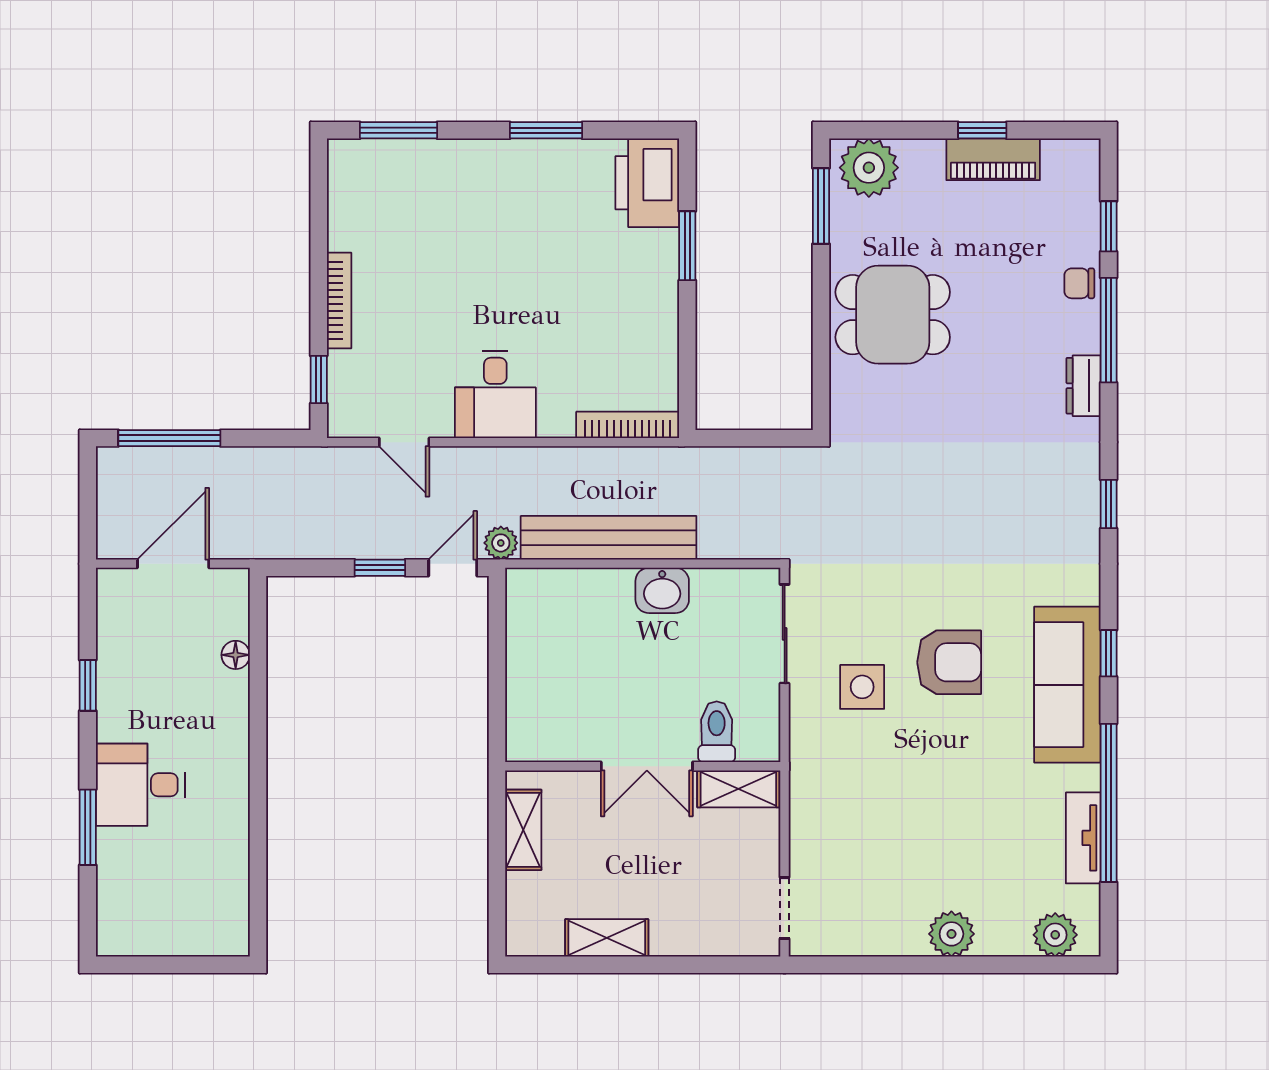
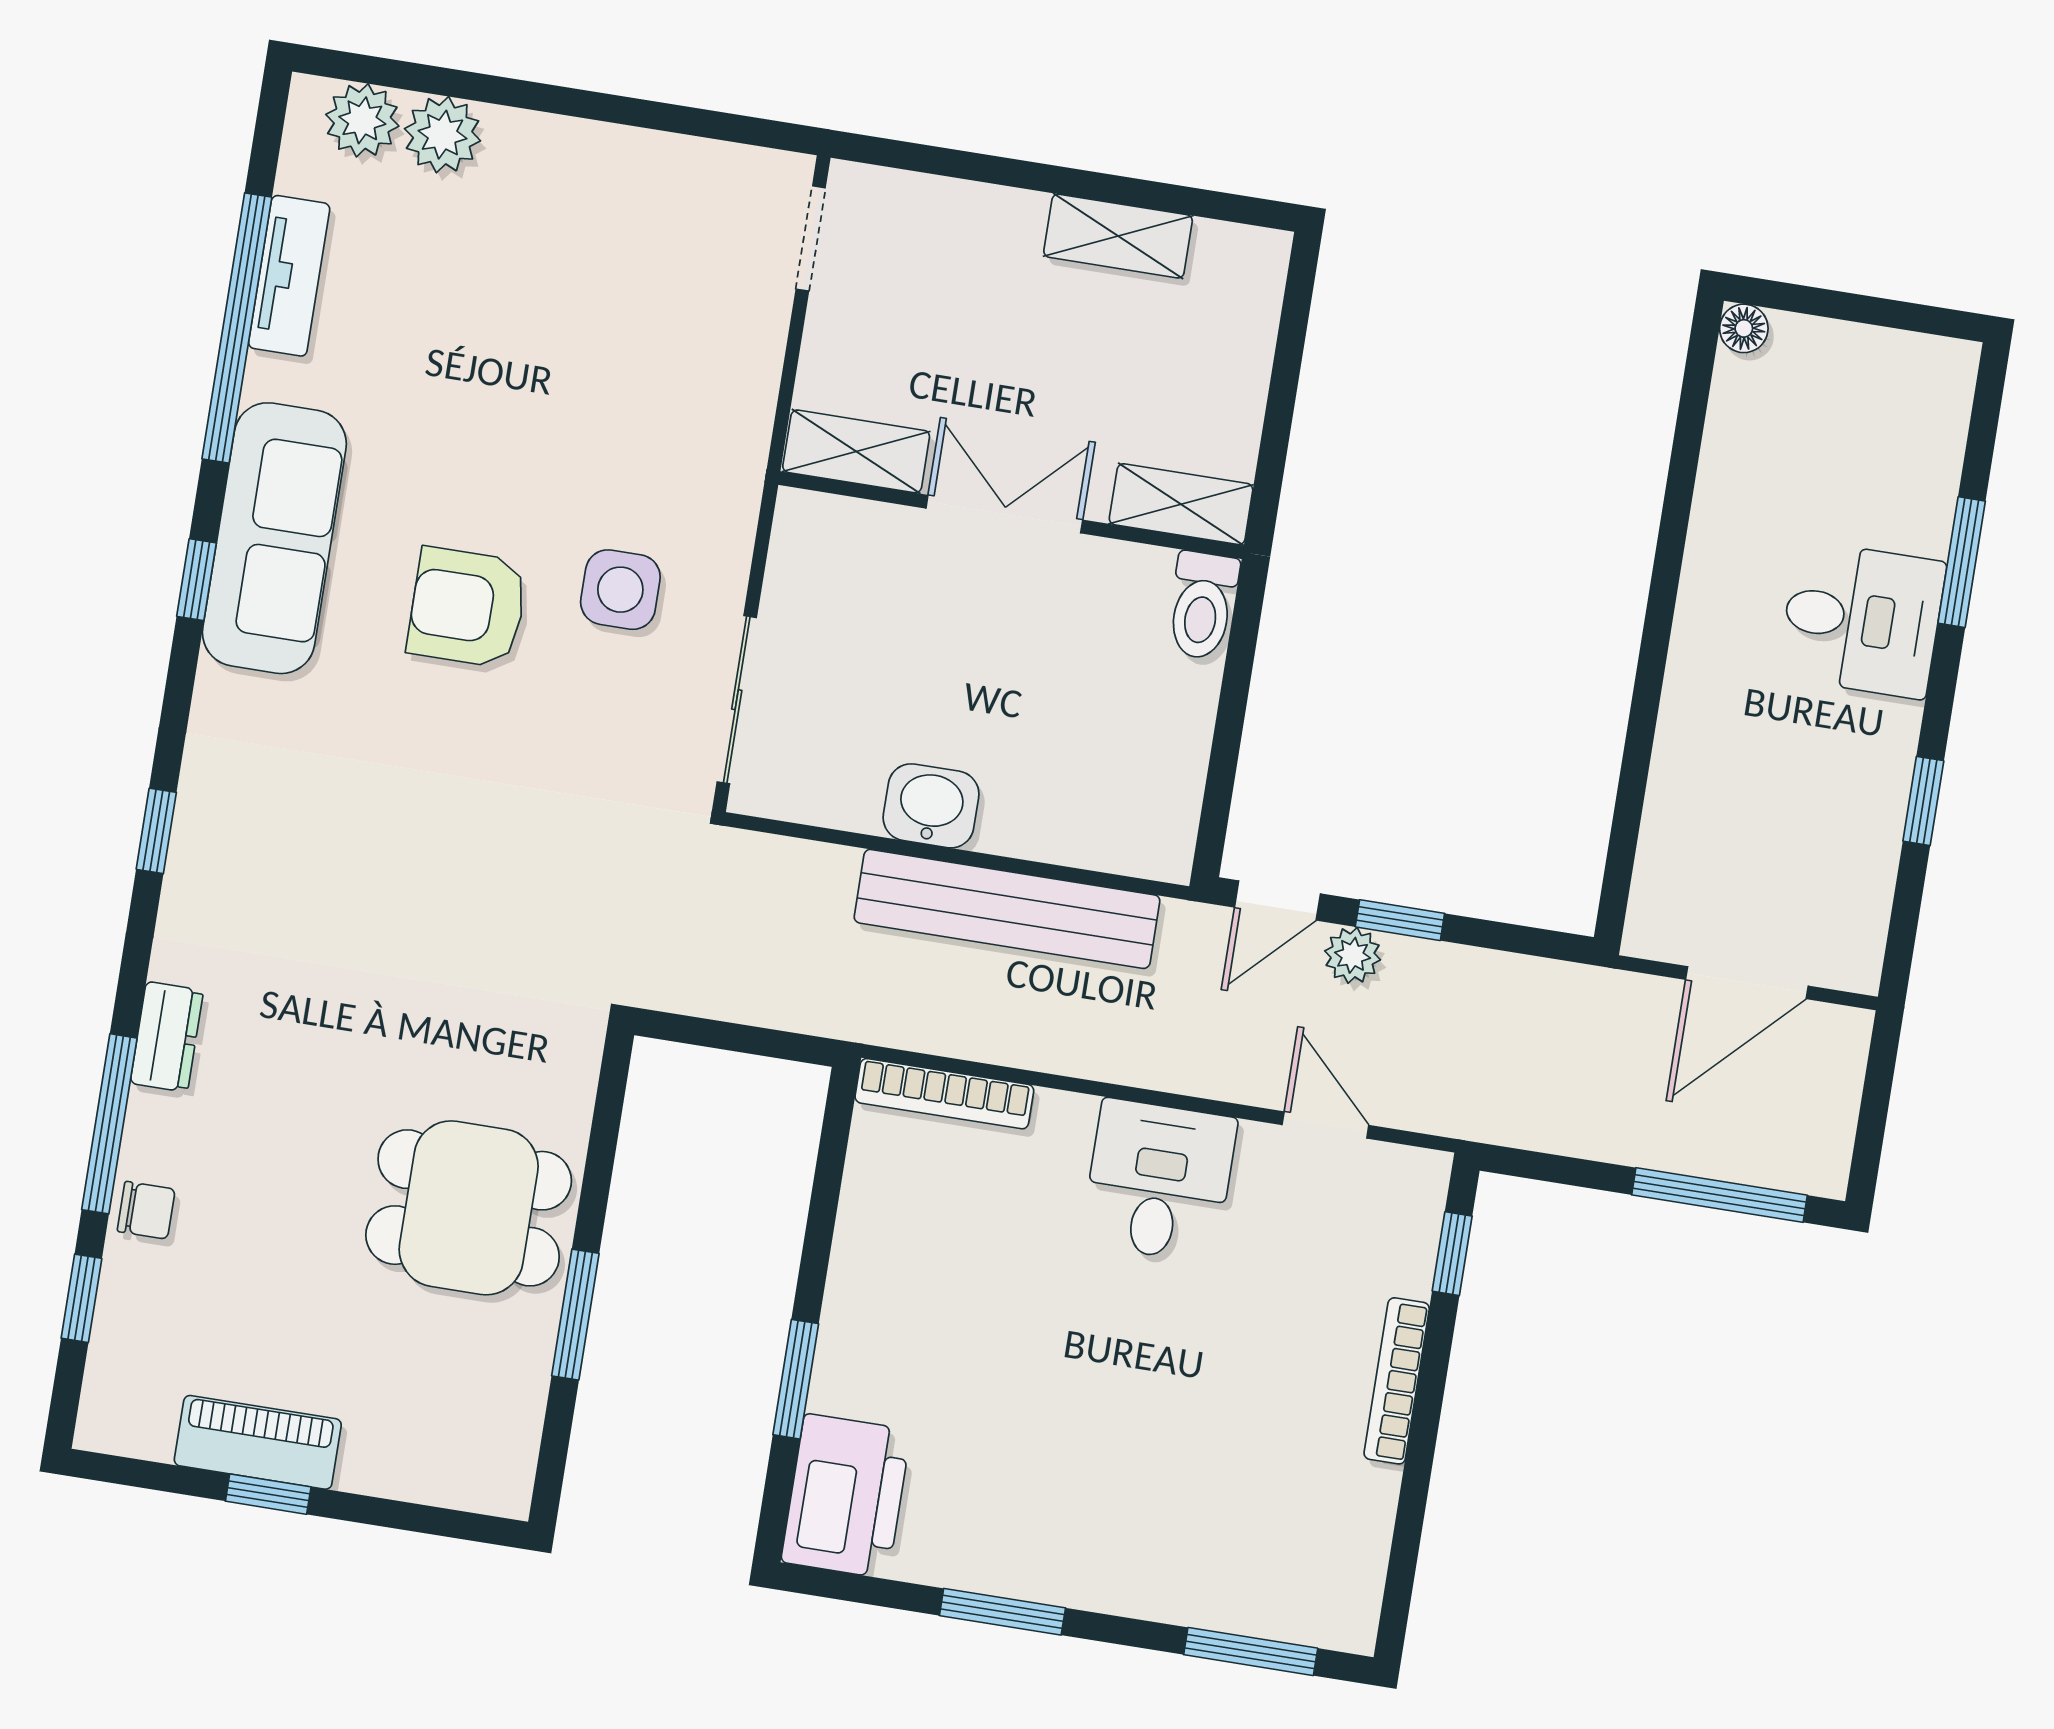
plant: (869, 168) -> (469, 1462), removed
window: (821, 206) -> (575, 1315), moved
plant: (501, 543) -> (1353, 955), moved
floor lamp: (236, 655) -> (1744, 328), moved
toilet: (717, 732) -> (1202, 605), moved
shelving: (523, 830) -> (1181, 504), moved, turned 90
plant: (951, 934) -> (443, 135), moved

